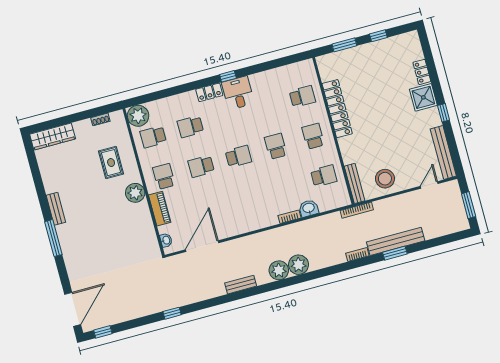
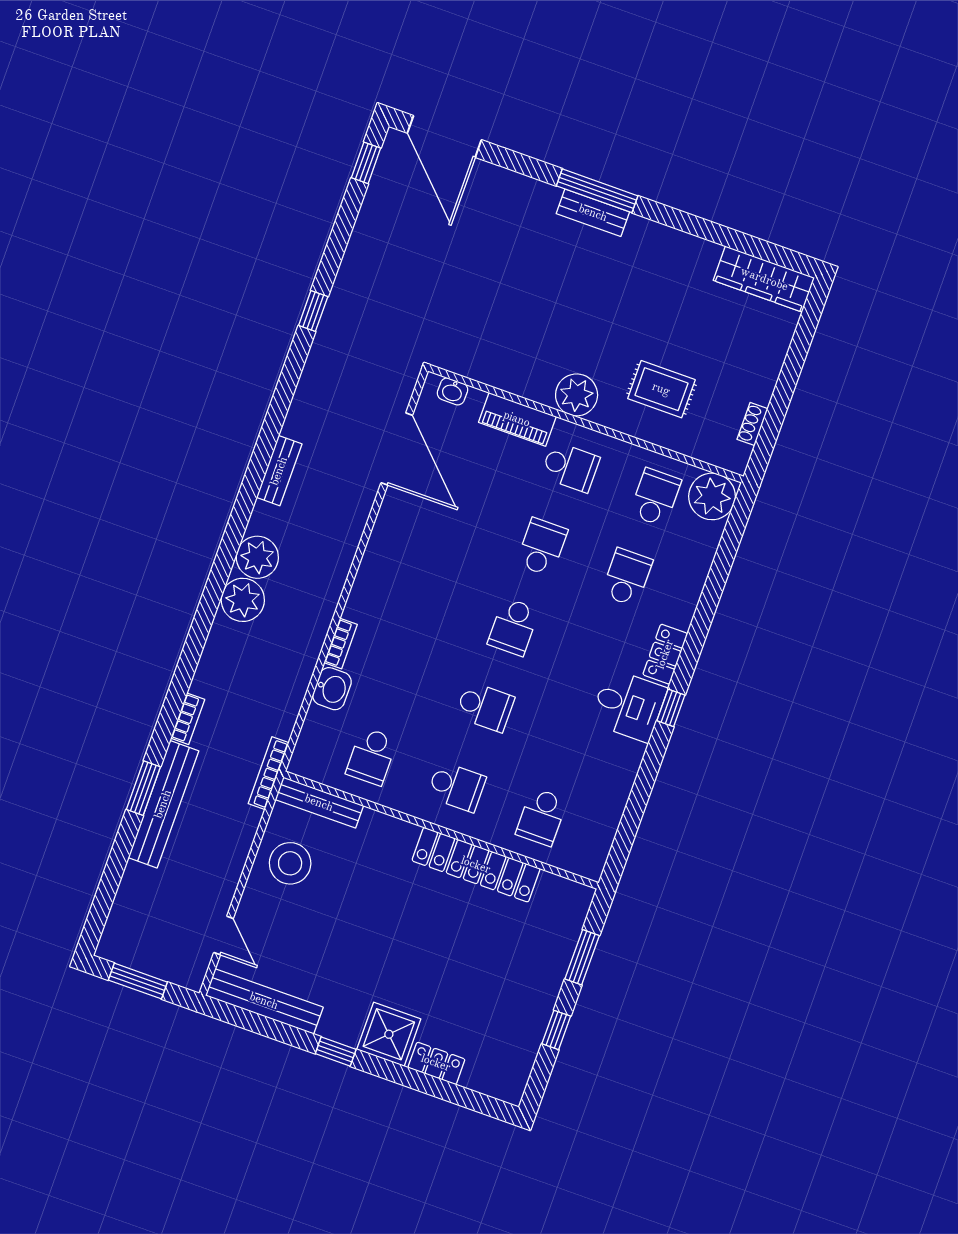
wardrobe: (53, 136) -> (764, 279), moved, turned -90
bench: (56, 209) -> (593, 213), moved

